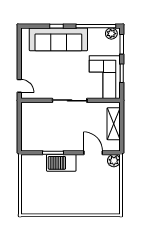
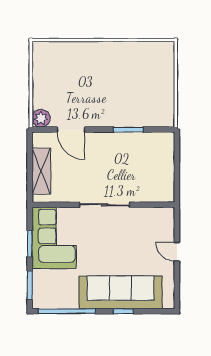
plant: (111, 34) -> (45, 301), removed
door: (19, 86) -> (177, 252), moved
barbecue: (61, 163) -> (116, 115), removed

